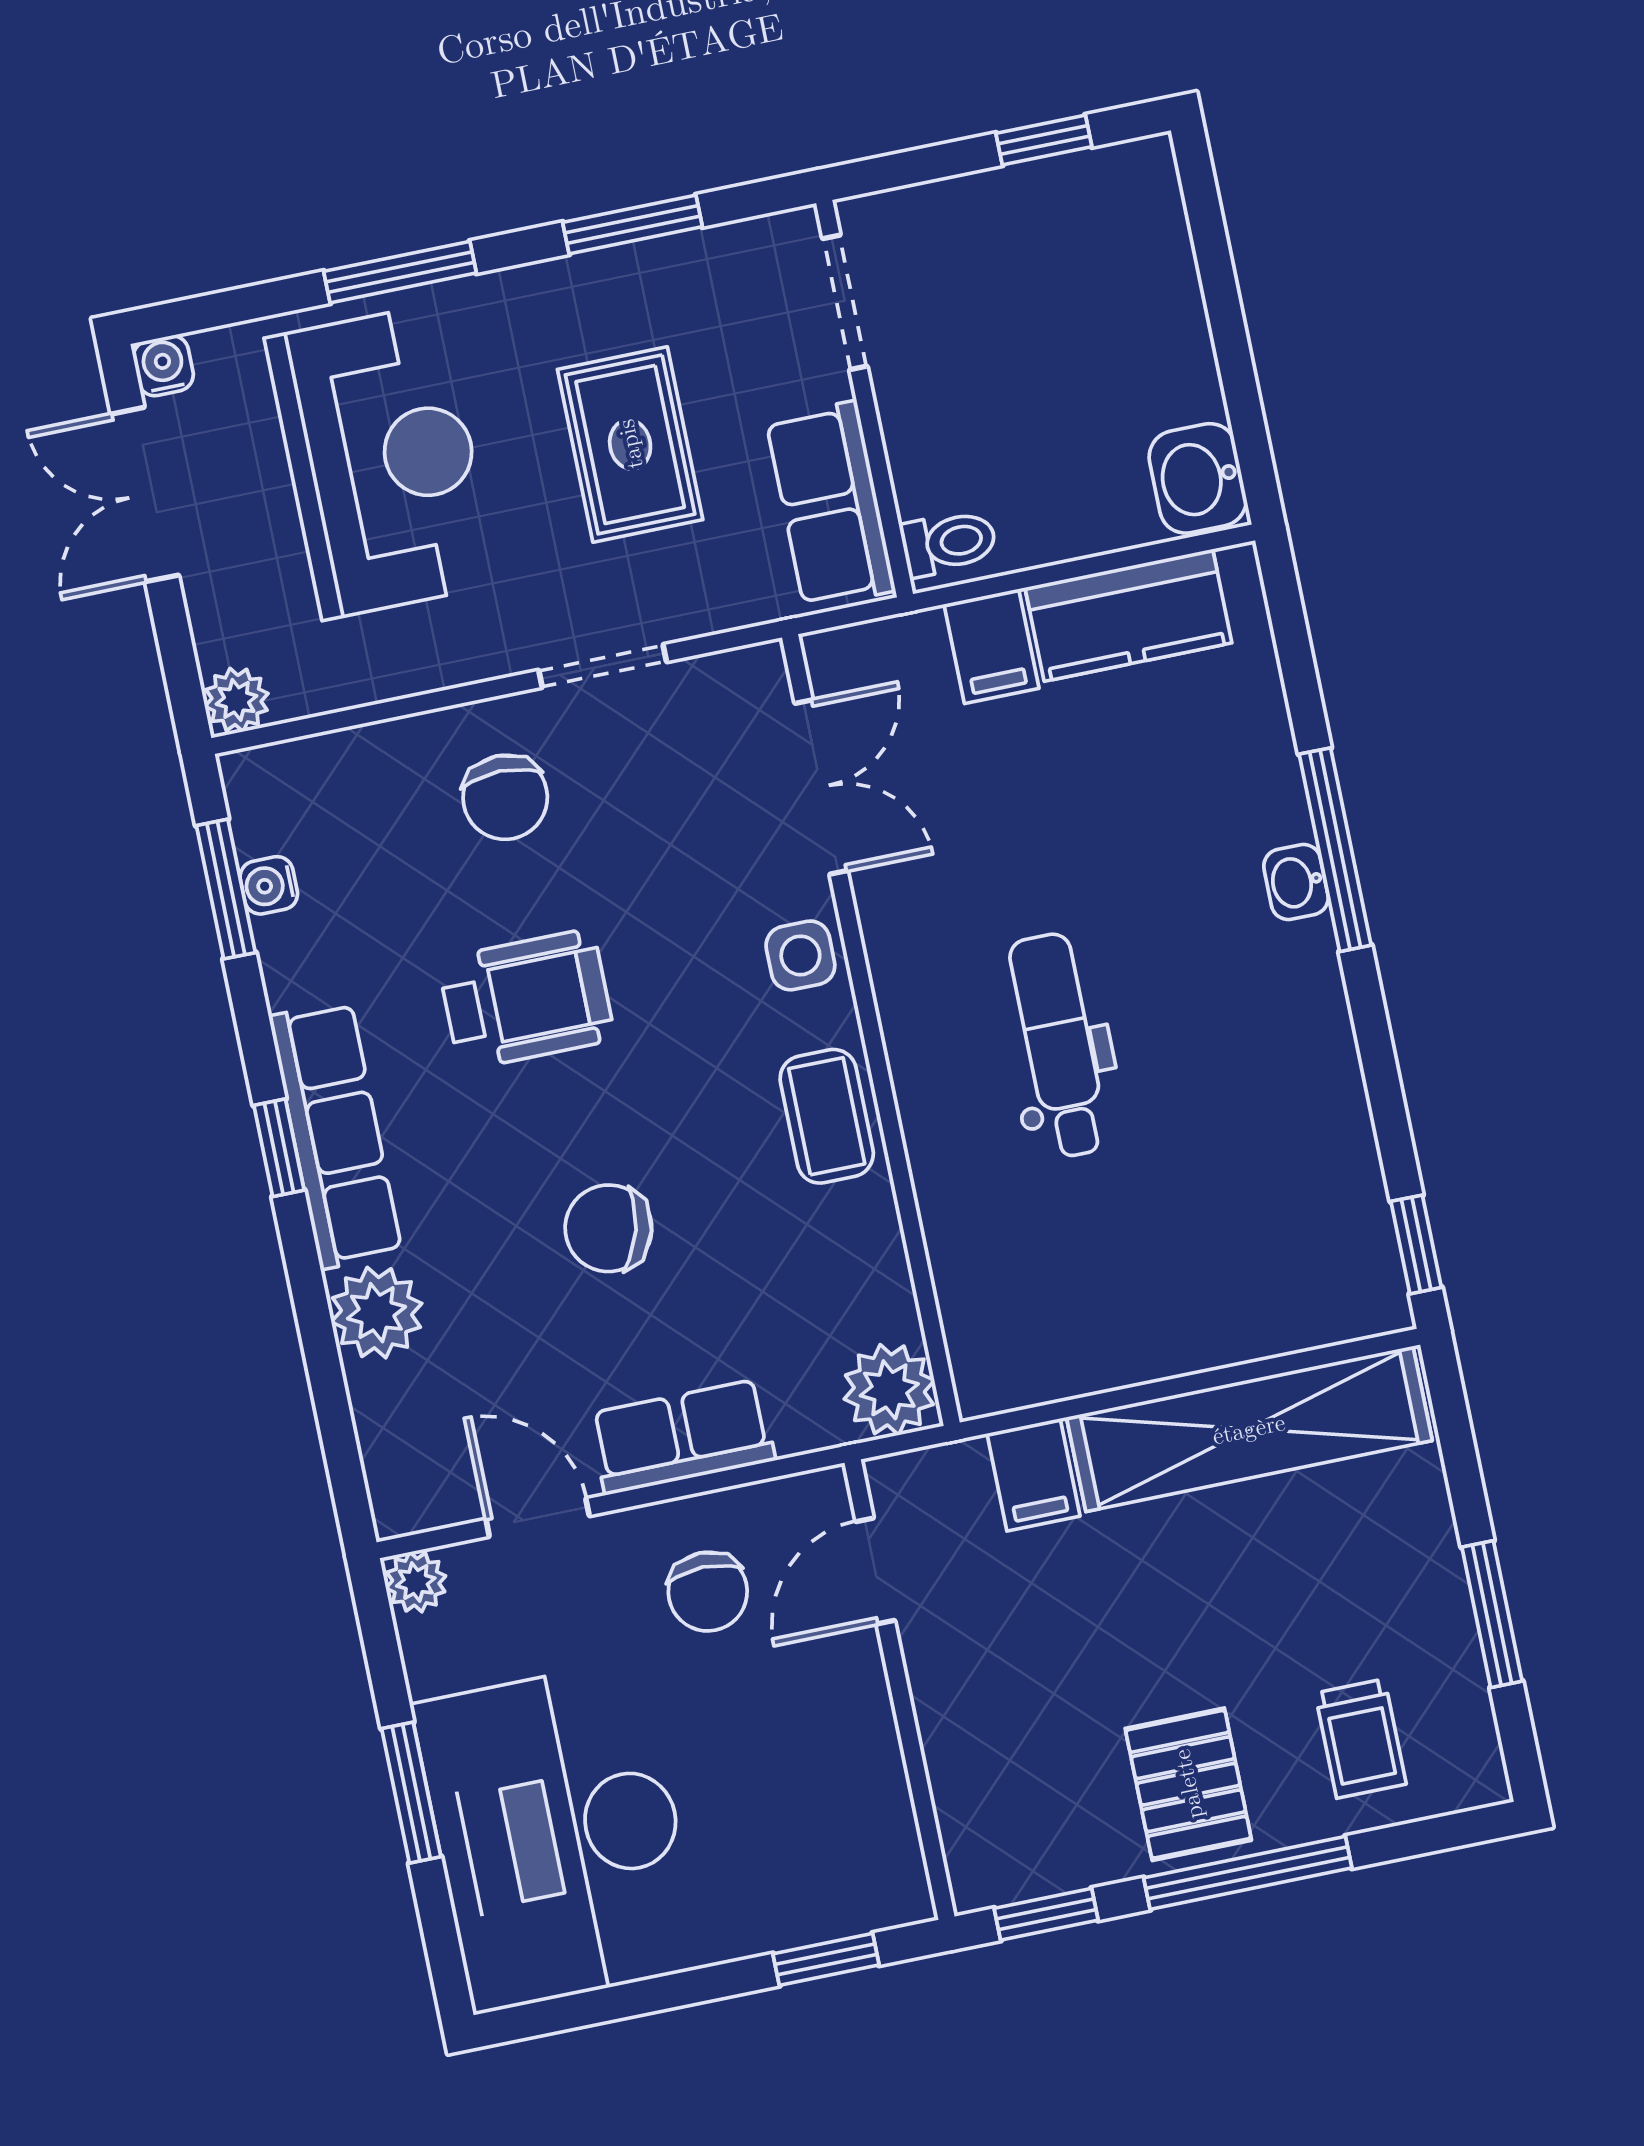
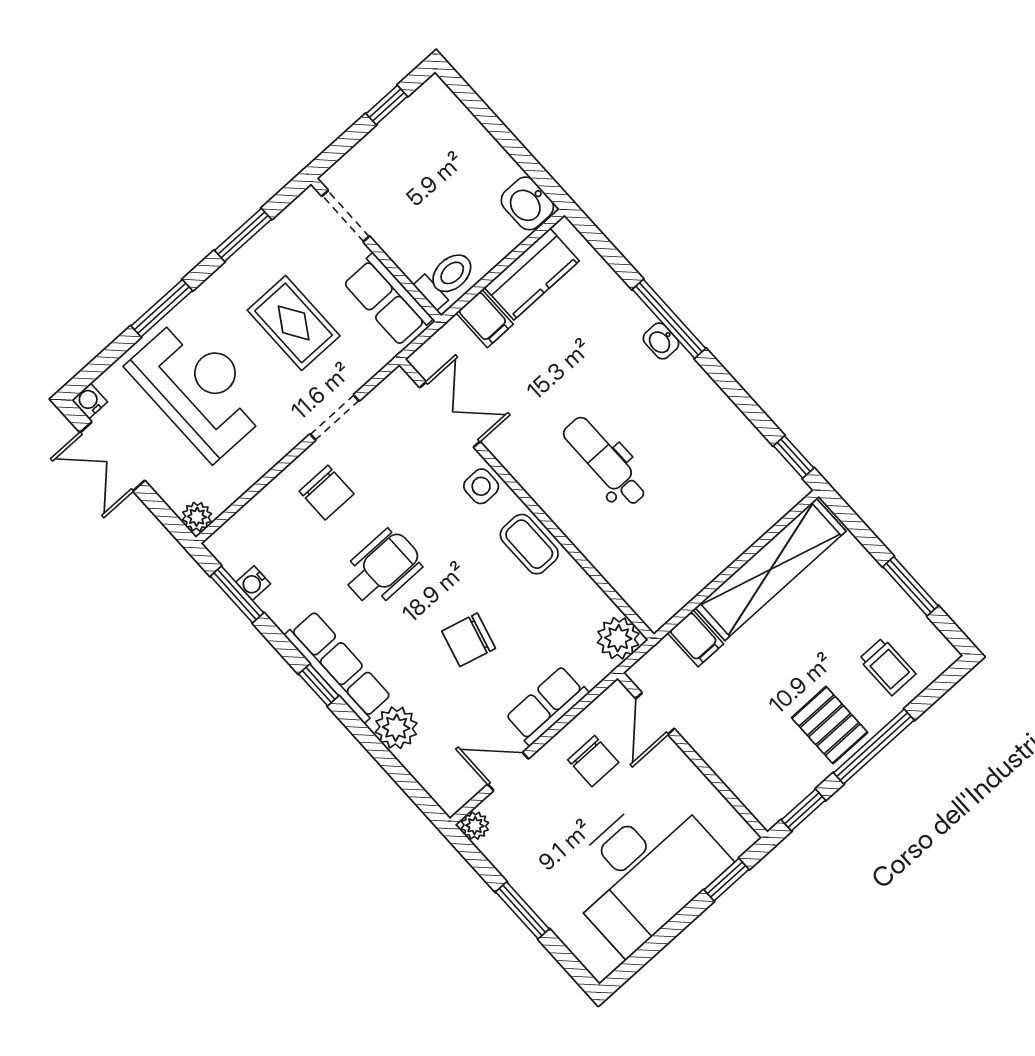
toilet: (949, 543) -> (446, 278), width x1.37, depth x1.39
desk: (558, 1836) -> (644, 870), moved, turned -90

